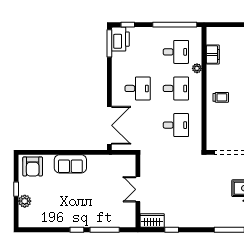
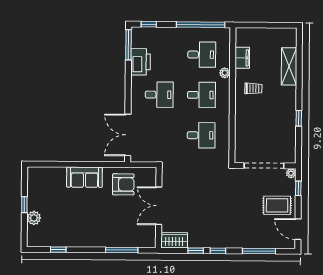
printer: (120, 39) -> (140, 62), moved
trolley: (221, 97) -> (253, 88), moved
double door: (109, 125) -> (128, 135), swing flipped
armchair: (33, 166) -> (123, 184), moved, turned -90
double door: (138, 189) -> (159, 206), width x1.37
window: (77, 230) -> (58, 250), moved
window: (192, 230) -> (218, 251), added

